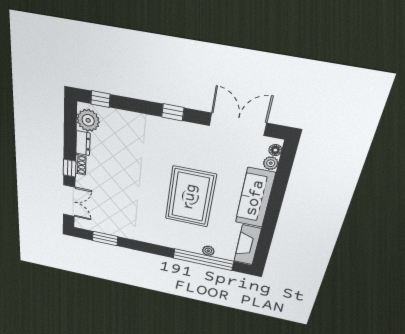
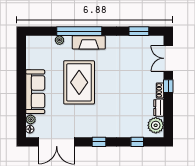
window: (100, 99) -> (137, 142), moved
fireplace: (248, 245) -> (89, 42), moved, turned 90
window: (203, 260) -> (79, 31), moved

